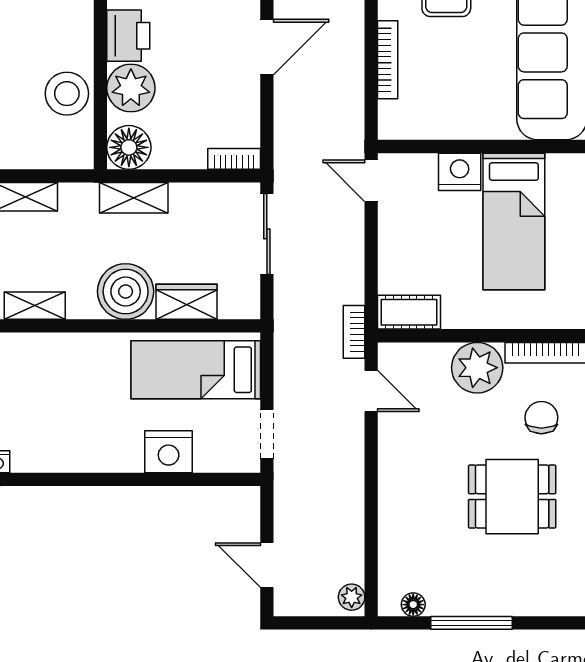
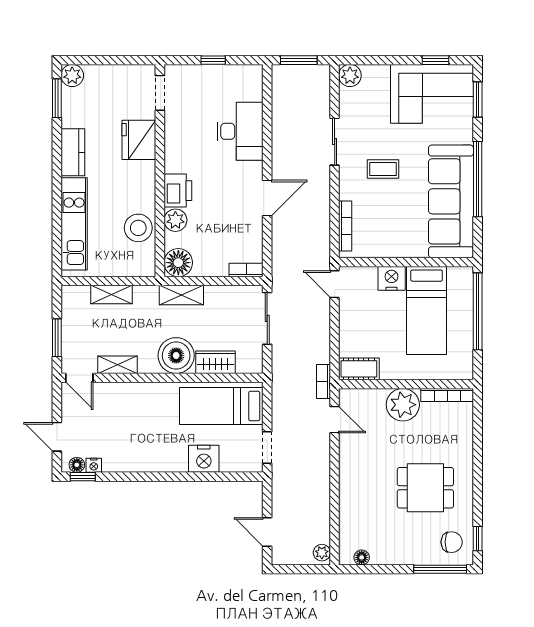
bookcase: (388, 60) -> (345, 226), moved
plant: (131, 88) -> (175, 220), width x0.73, depth x0.73
chair: (541, 418) -> (452, 542), moved, turned 90
window: (472, 623) -> (440, 569), moved

